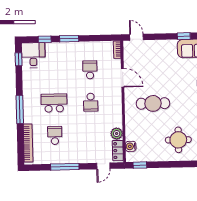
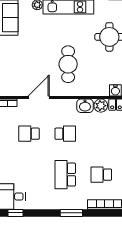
window: (20, 109) -> (71, 213), width x0.69
washbasin: (116, 119) -> (85, 106), added

